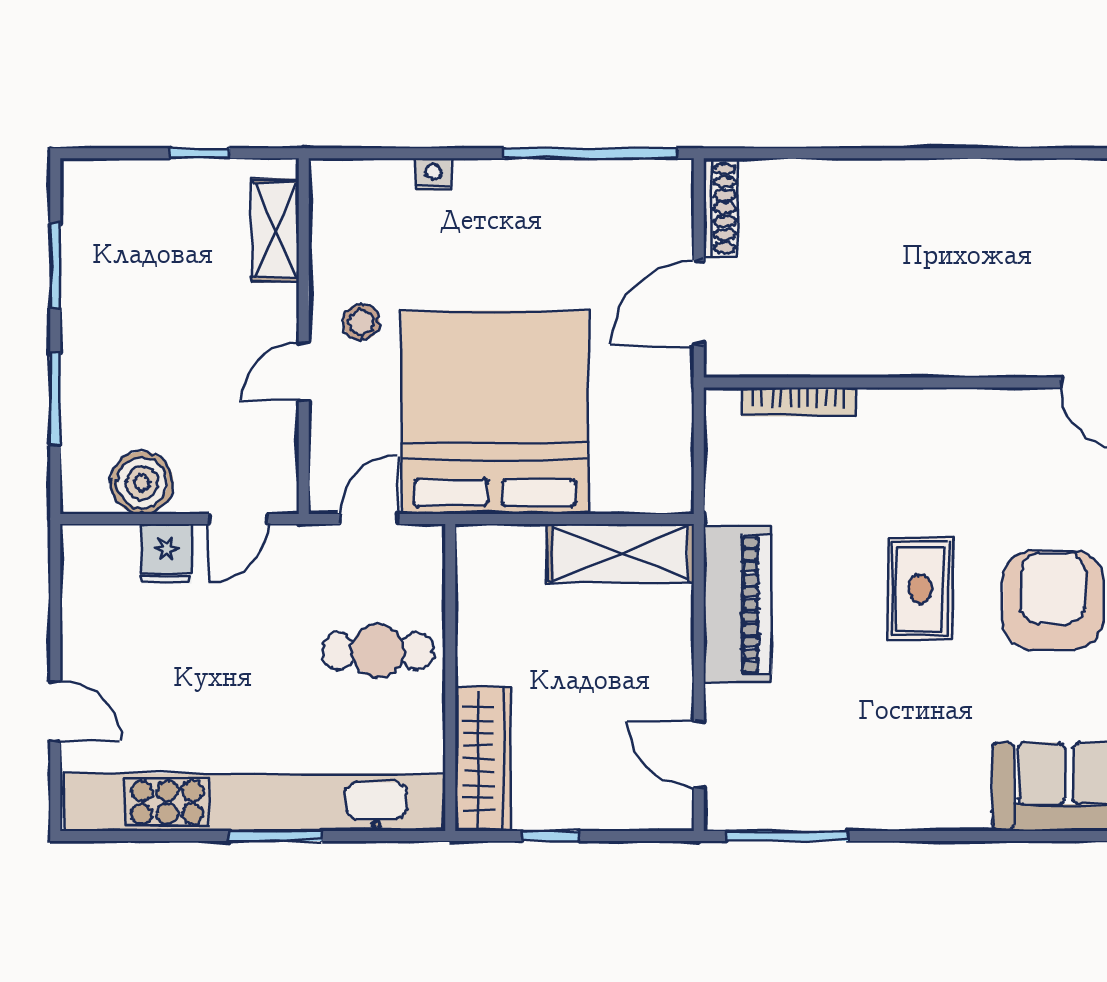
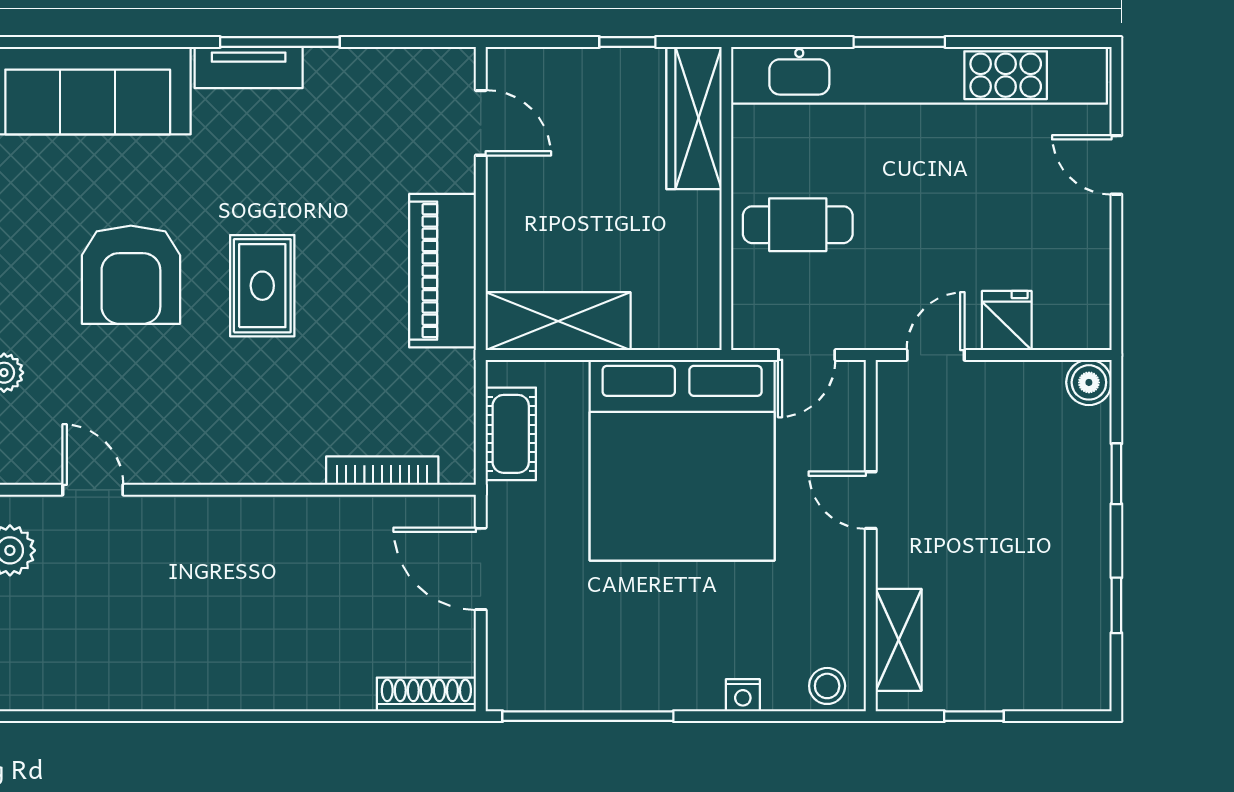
shoe rack: (721, 208) -> (426, 694), moved, turned 90
window: (55, 265) -> (1116, 605), width x0.67
door: (699, 302) -> (481, 569), swing flipped
stool: (361, 322) -> (827, 686), moved
door: (304, 372) -> (871, 500), swing flipped
window: (55, 399) -> (1116, 474), width x0.67
cot: (668, 439) -> (511, 434), added
boiler: (142, 483) -> (1089, 382), moved, width x0.73, depth x0.73
tv unit: (934, 810) -> (249, 67), added
window: (787, 836) -> (280, 42), moved

